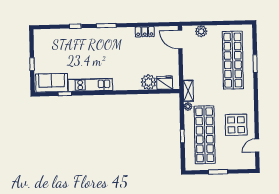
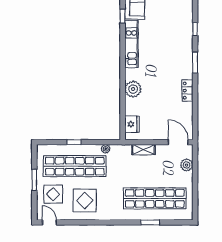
locker: (145, 32) -> (187, 91), moved
door: (180, 40) -> (178, 142), hinge flipped
plant: (148, 82) -> (133, 89), moved
shelving: (188, 91) -> (144, 150), moved
door: (257, 145) -> (49, 222), moved
display table: (231, 154) -> (53, 194), added

